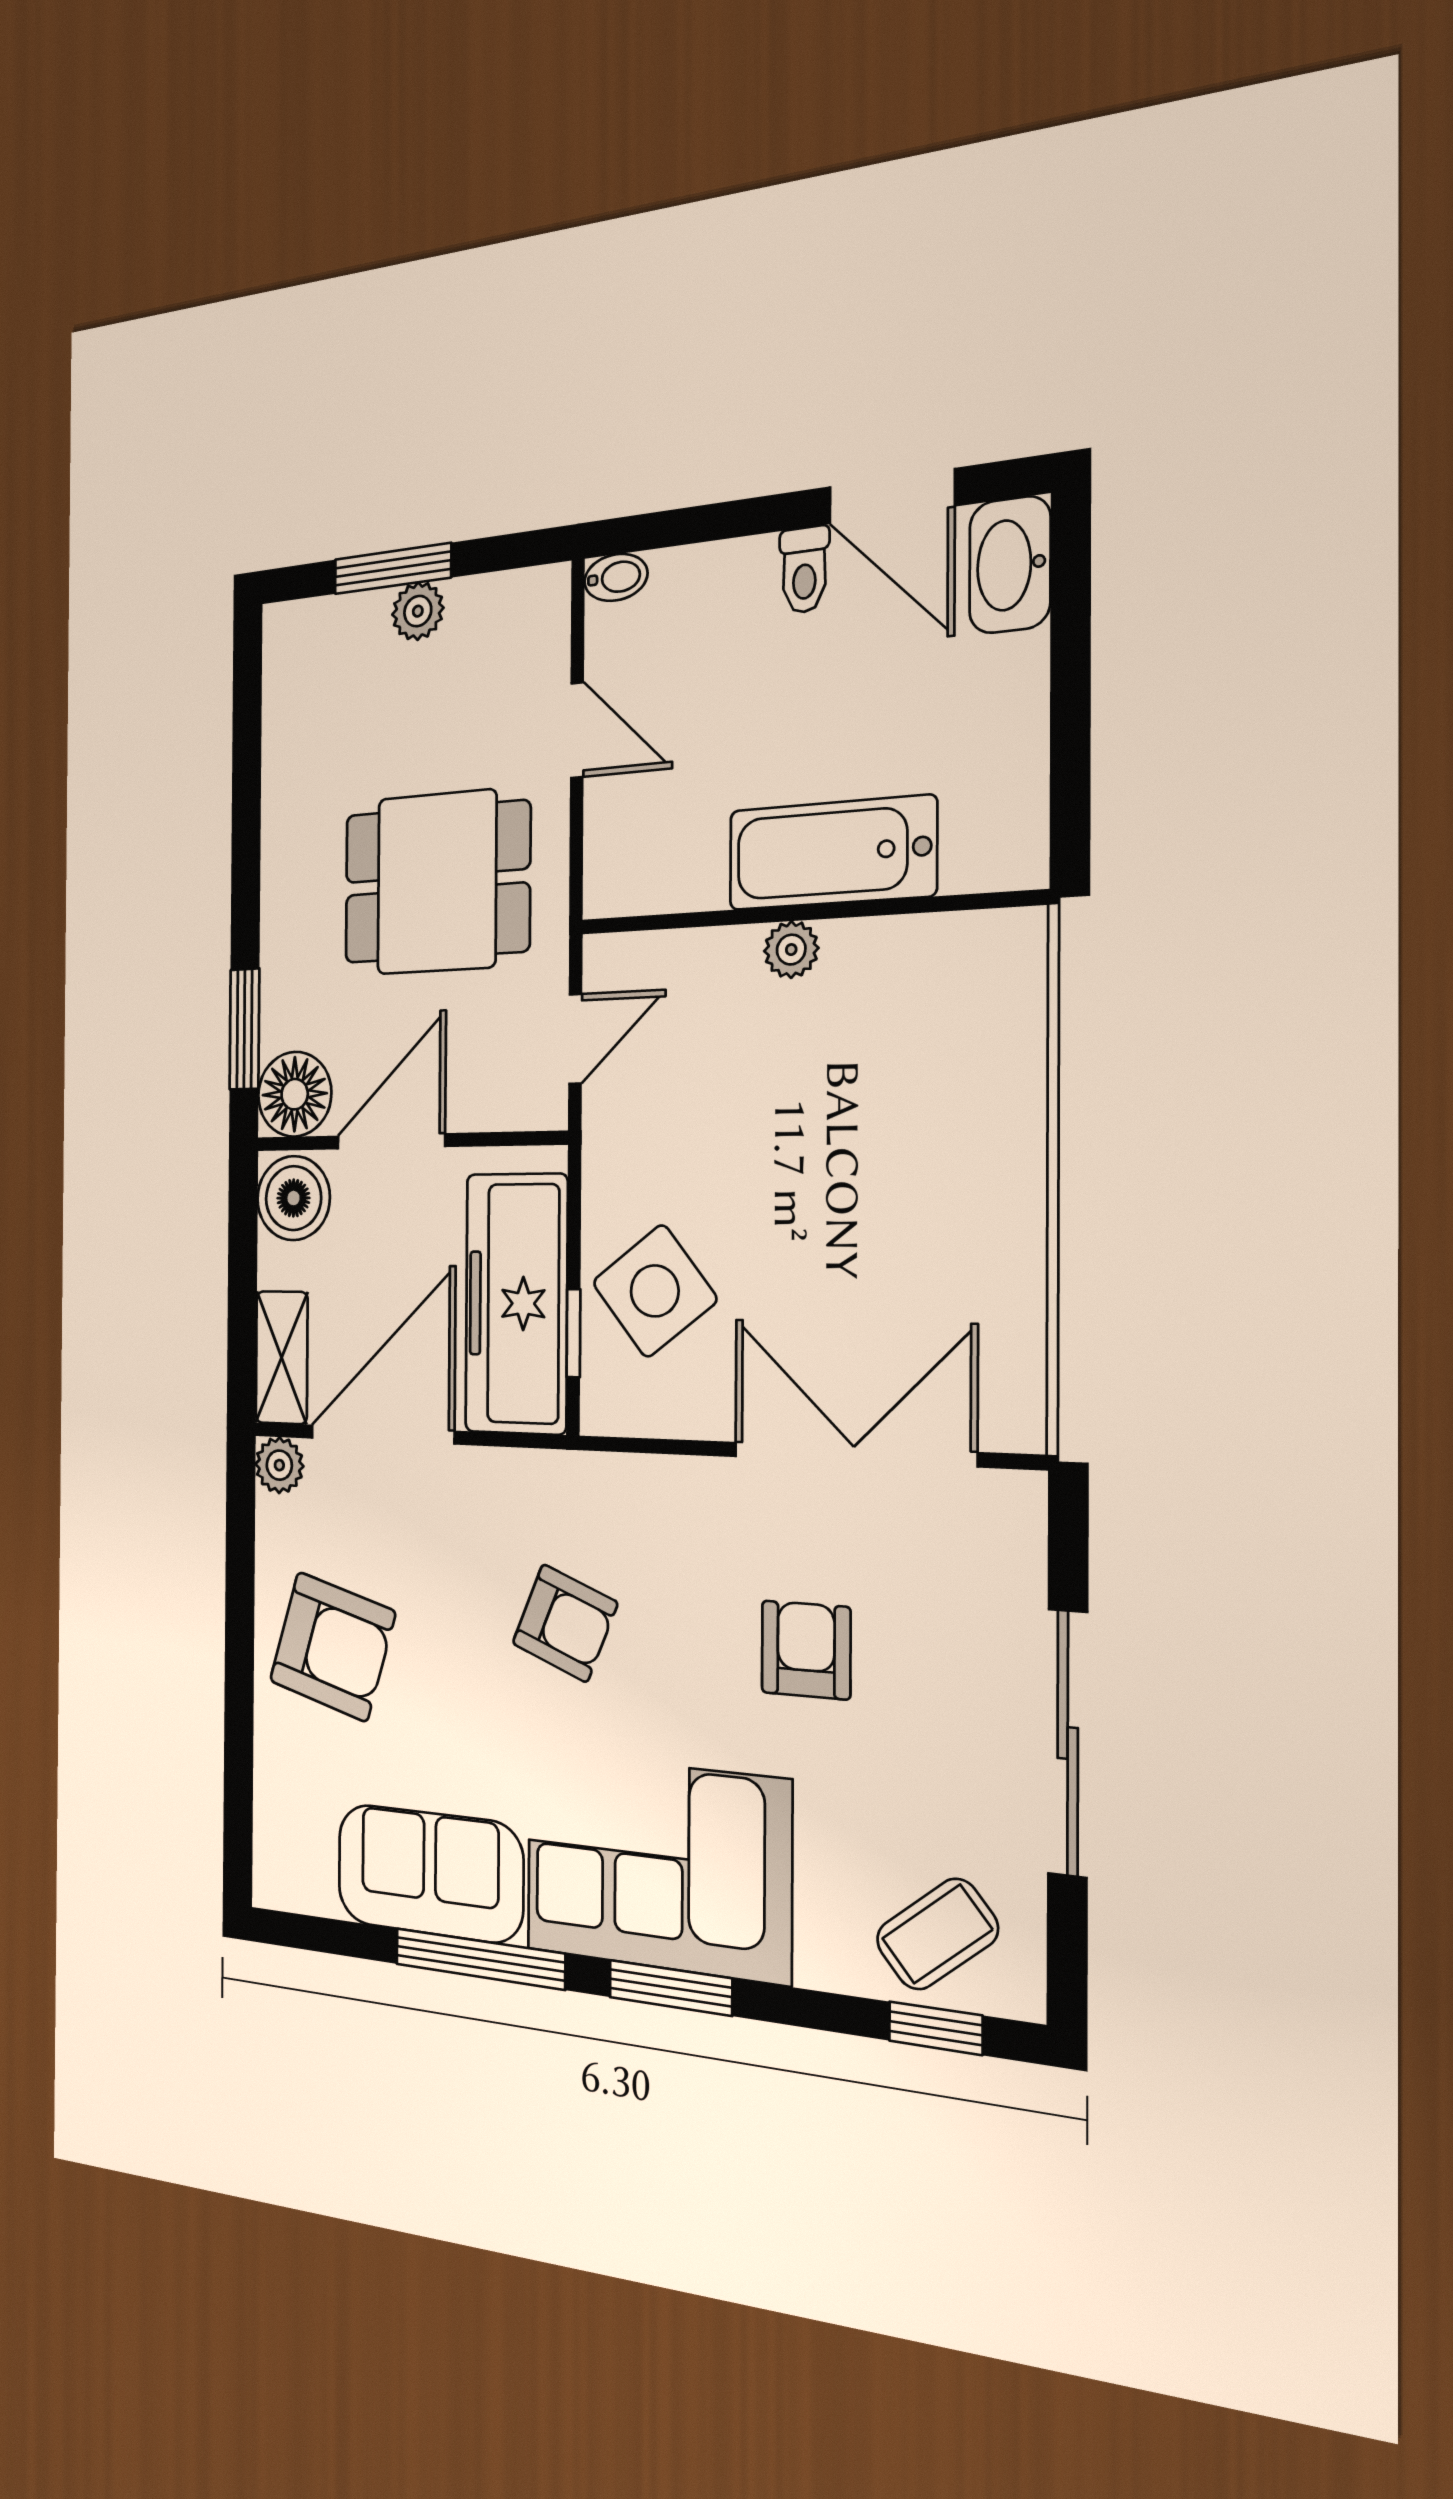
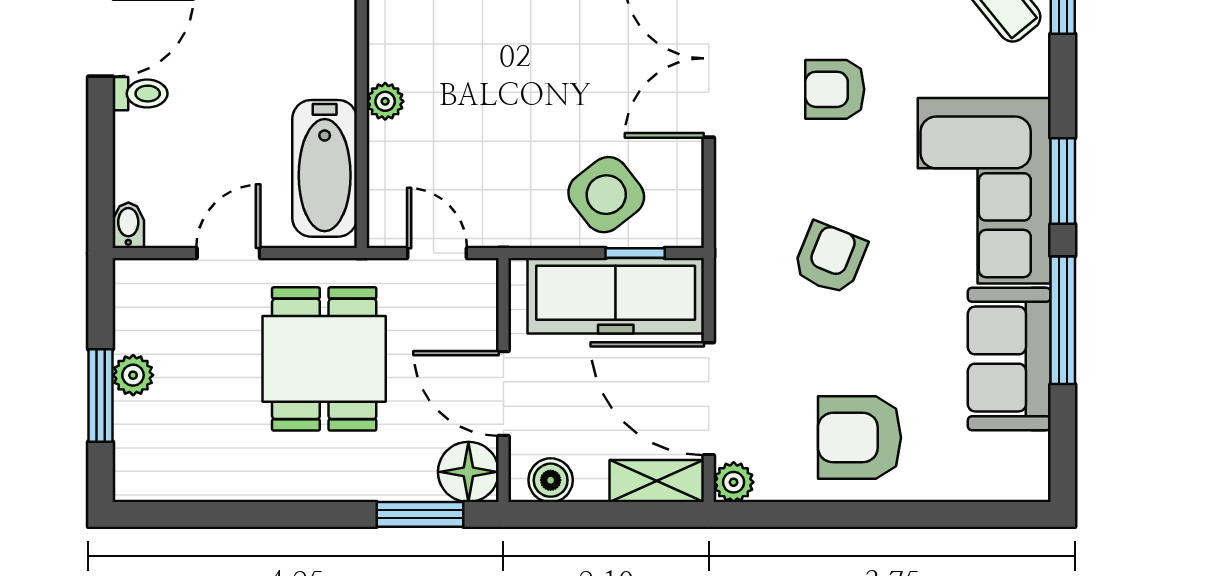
bathtub: (832, 853) -> (325, 168), moved
boiler: (293, 1198) -> (551, 480), width x0.73, depth x0.73
armchair: (332, 1646) -> (859, 438), turned -106

